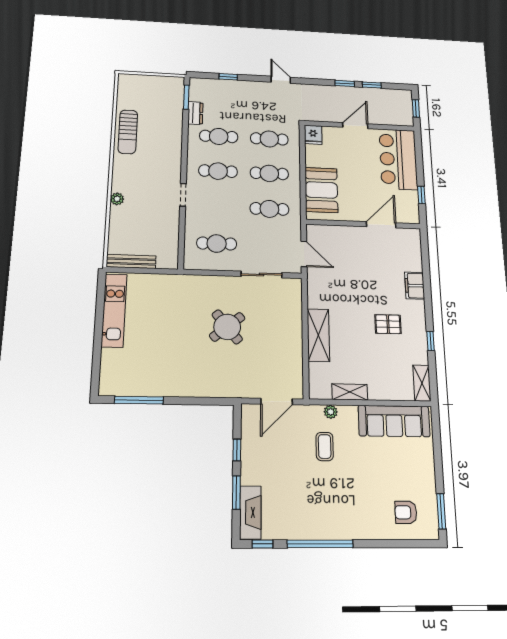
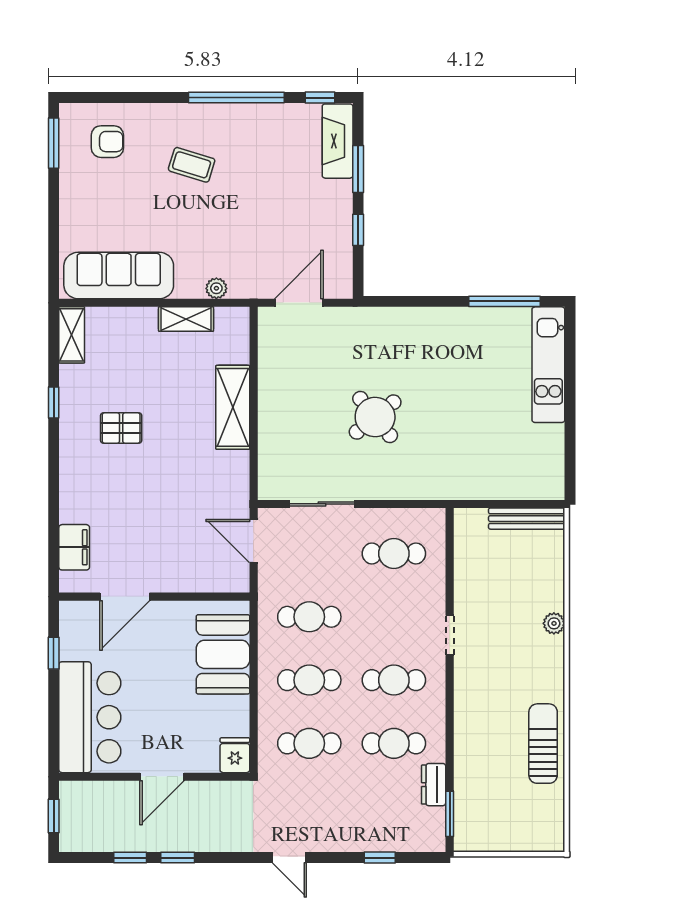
filing cabinet: (415, 286) -> (74, 547), moved
kitchen unit: (114, 310) -> (548, 365), moved
coffee table: (325, 446) -> (192, 165), moved, turned -73

